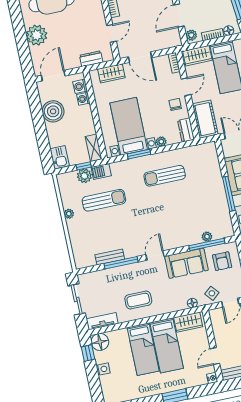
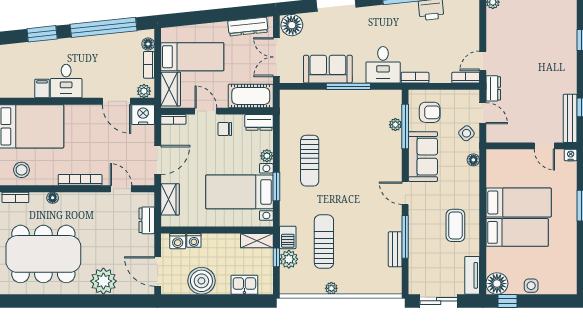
nightstand: (173, 38) -> (143, 115), added
kitchen sink: (60, 157) -> (244, 285), moved
wardrobe: (188, 322) -> (496, 170), removed

